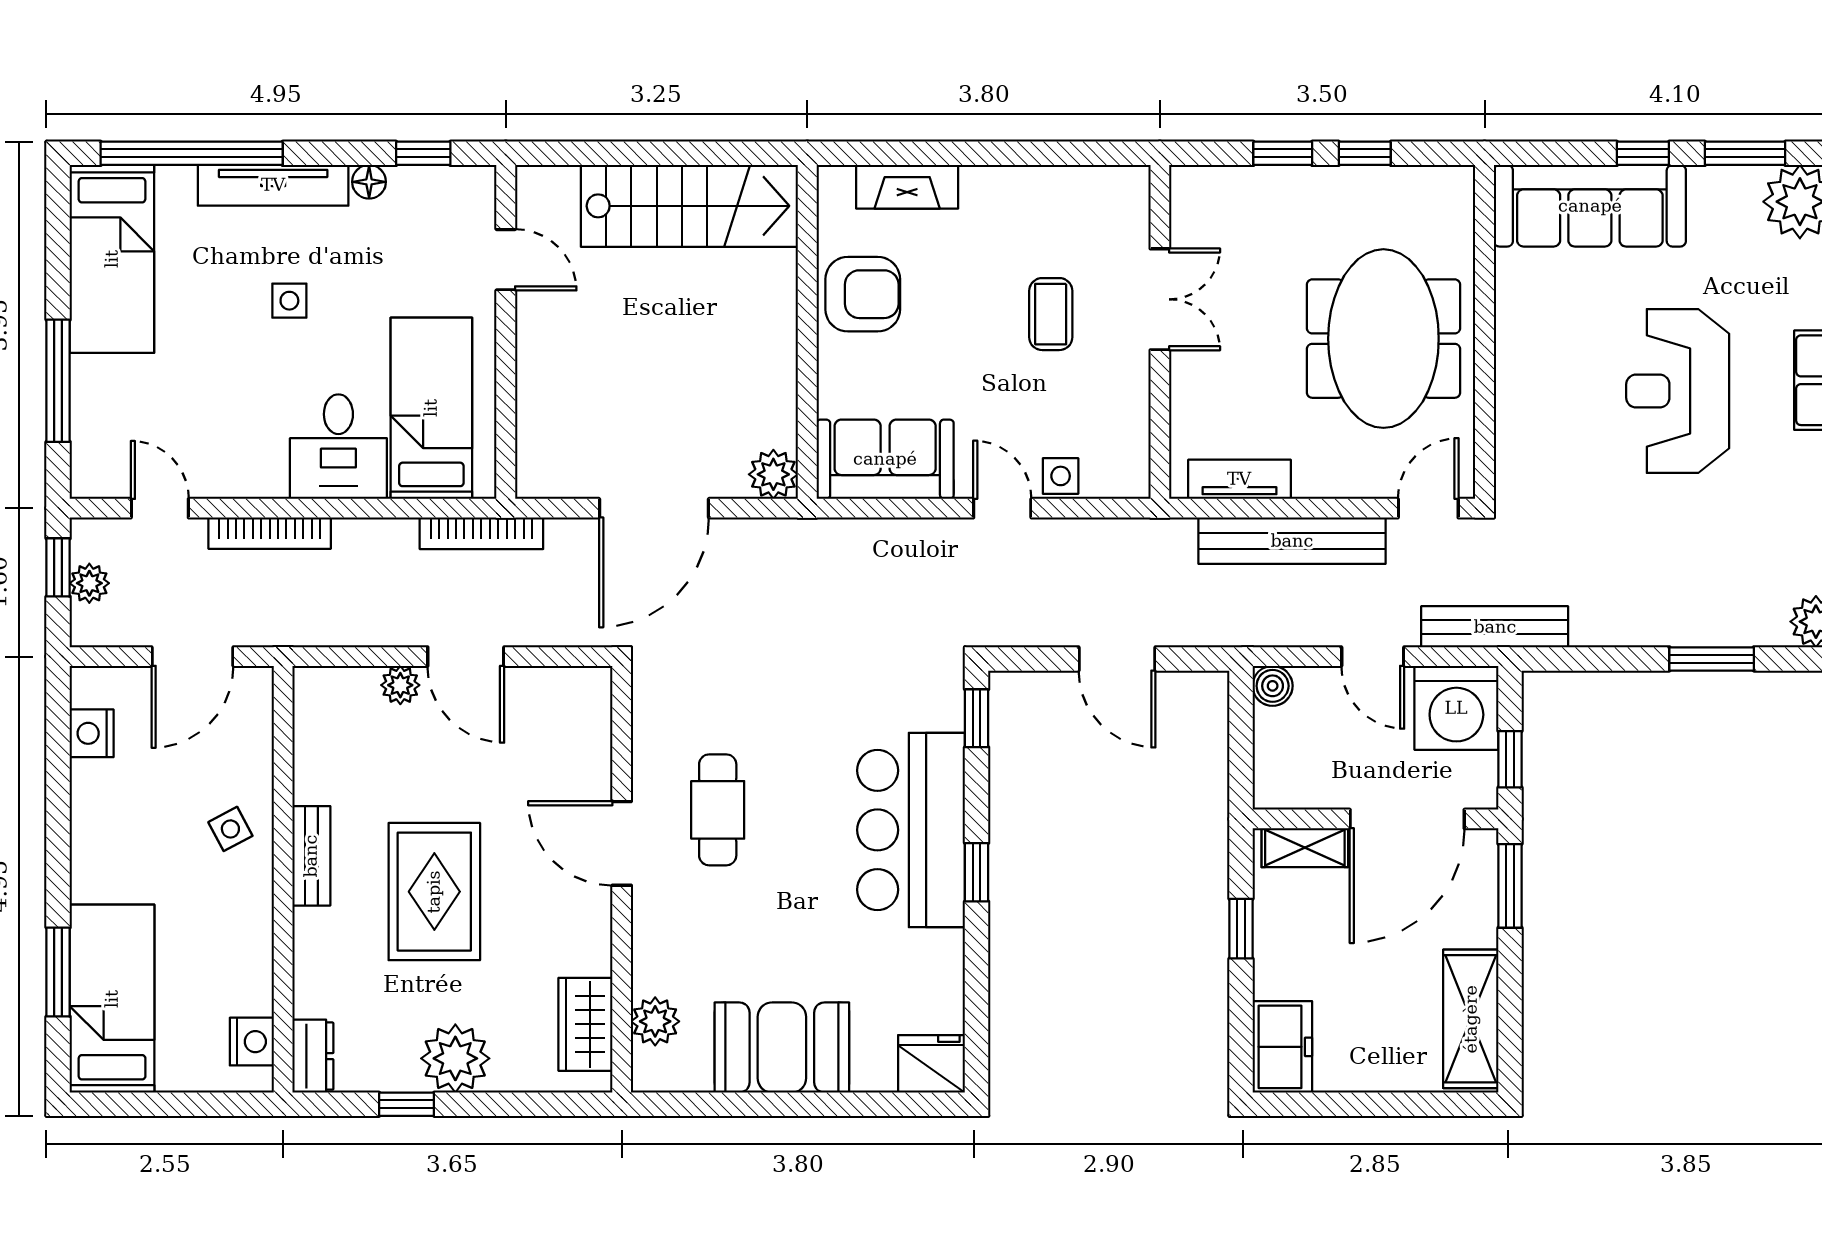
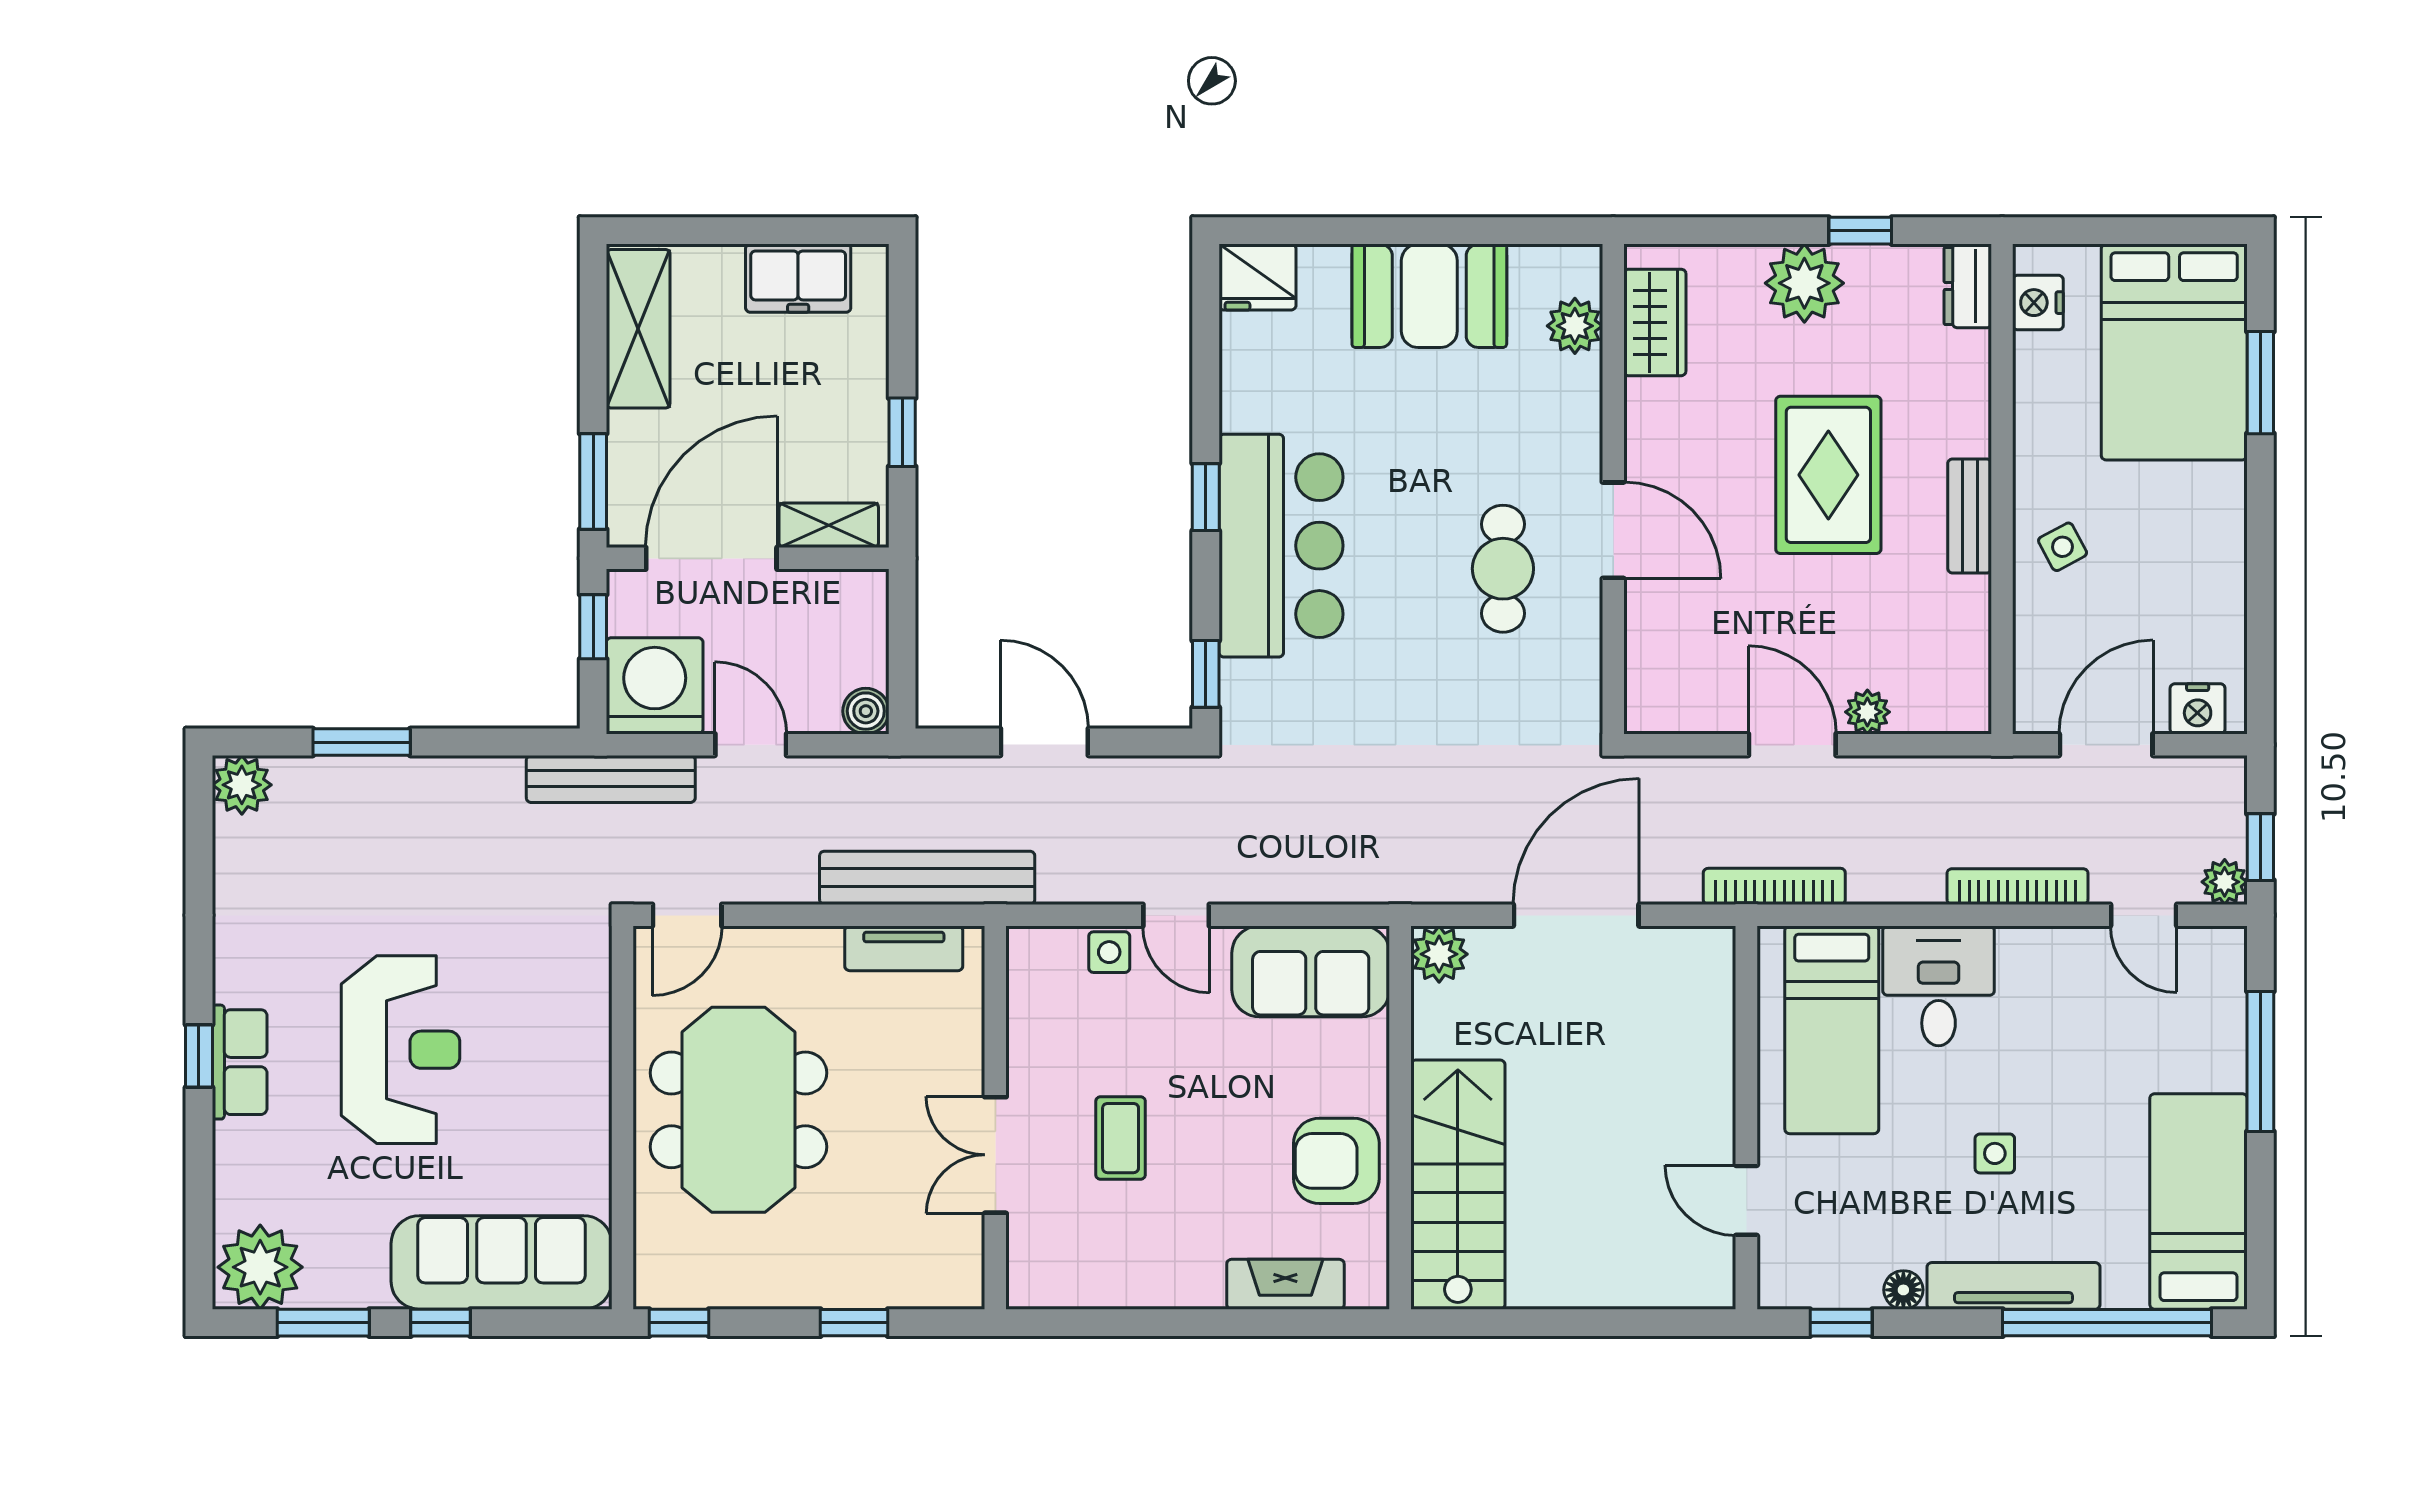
window: (1365, 153) -> (679, 1323), moved
stairs: (689, 206) -> (1458, 1185), moved, turned 90
bench: (1292, 541) -> (927, 878), moved
plant: (89, 583) -> (2225, 882), moved
nightstand: (92, 733) -> (2198, 709), moved, turned 90
bed: (112, 999) -> (2174, 352), width x1.50
freezer: (1282, 1047) -> (798, 278), moved, turned -90

